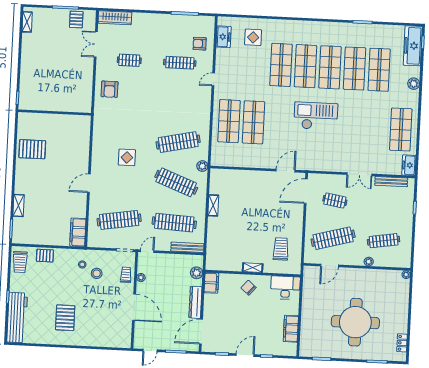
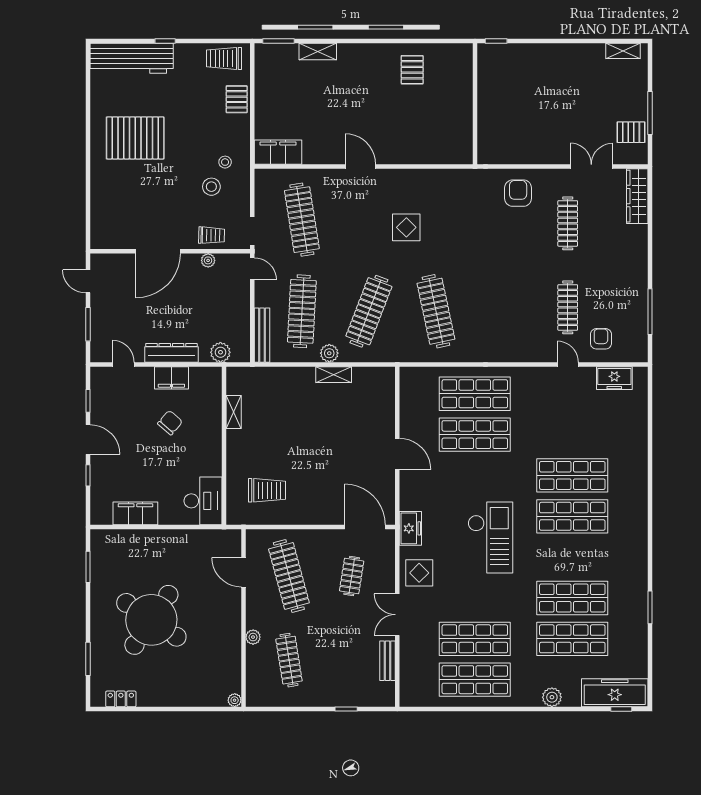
display table: (253, 37) -> (419, 573), moved
clothes rail: (129, 60) -> (568, 223), width x1.36
shop shelf: (330, 67) -> (475, 639), moved
door: (213, 79) -> (568, 364), moved
armchair: (110, 89) -> (518, 193), turned 90
pallet: (32, 149) -> (412, 70), width x0.67, depth x0.71
freezer: (409, 165) -> (410, 528), moved, turned 90
plant: (202, 166) -> (329, 353), moved
door: (286, 171) -> (397, 454), moved
bench: (391, 182) -> (387, 661), width x0.73
shelving: (253, 268) -> (234, 412), moved
filing cabinet: (211, 283) -> (171, 378), moved
chair: (249, 288) -> (170, 423), moved
pallet: (65, 318) -> (135, 138), width x1.37, depth x1.41
round table: (355, 322) -> (151, 620), turned 34
door: (201, 332) -> (123, 364), width x0.53

